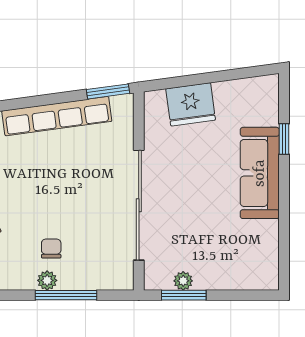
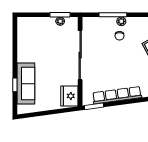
fridge: (191, 104) -> (69, 96), moved, turned -82
sofa: (260, 173) -> (26, 84), moved

